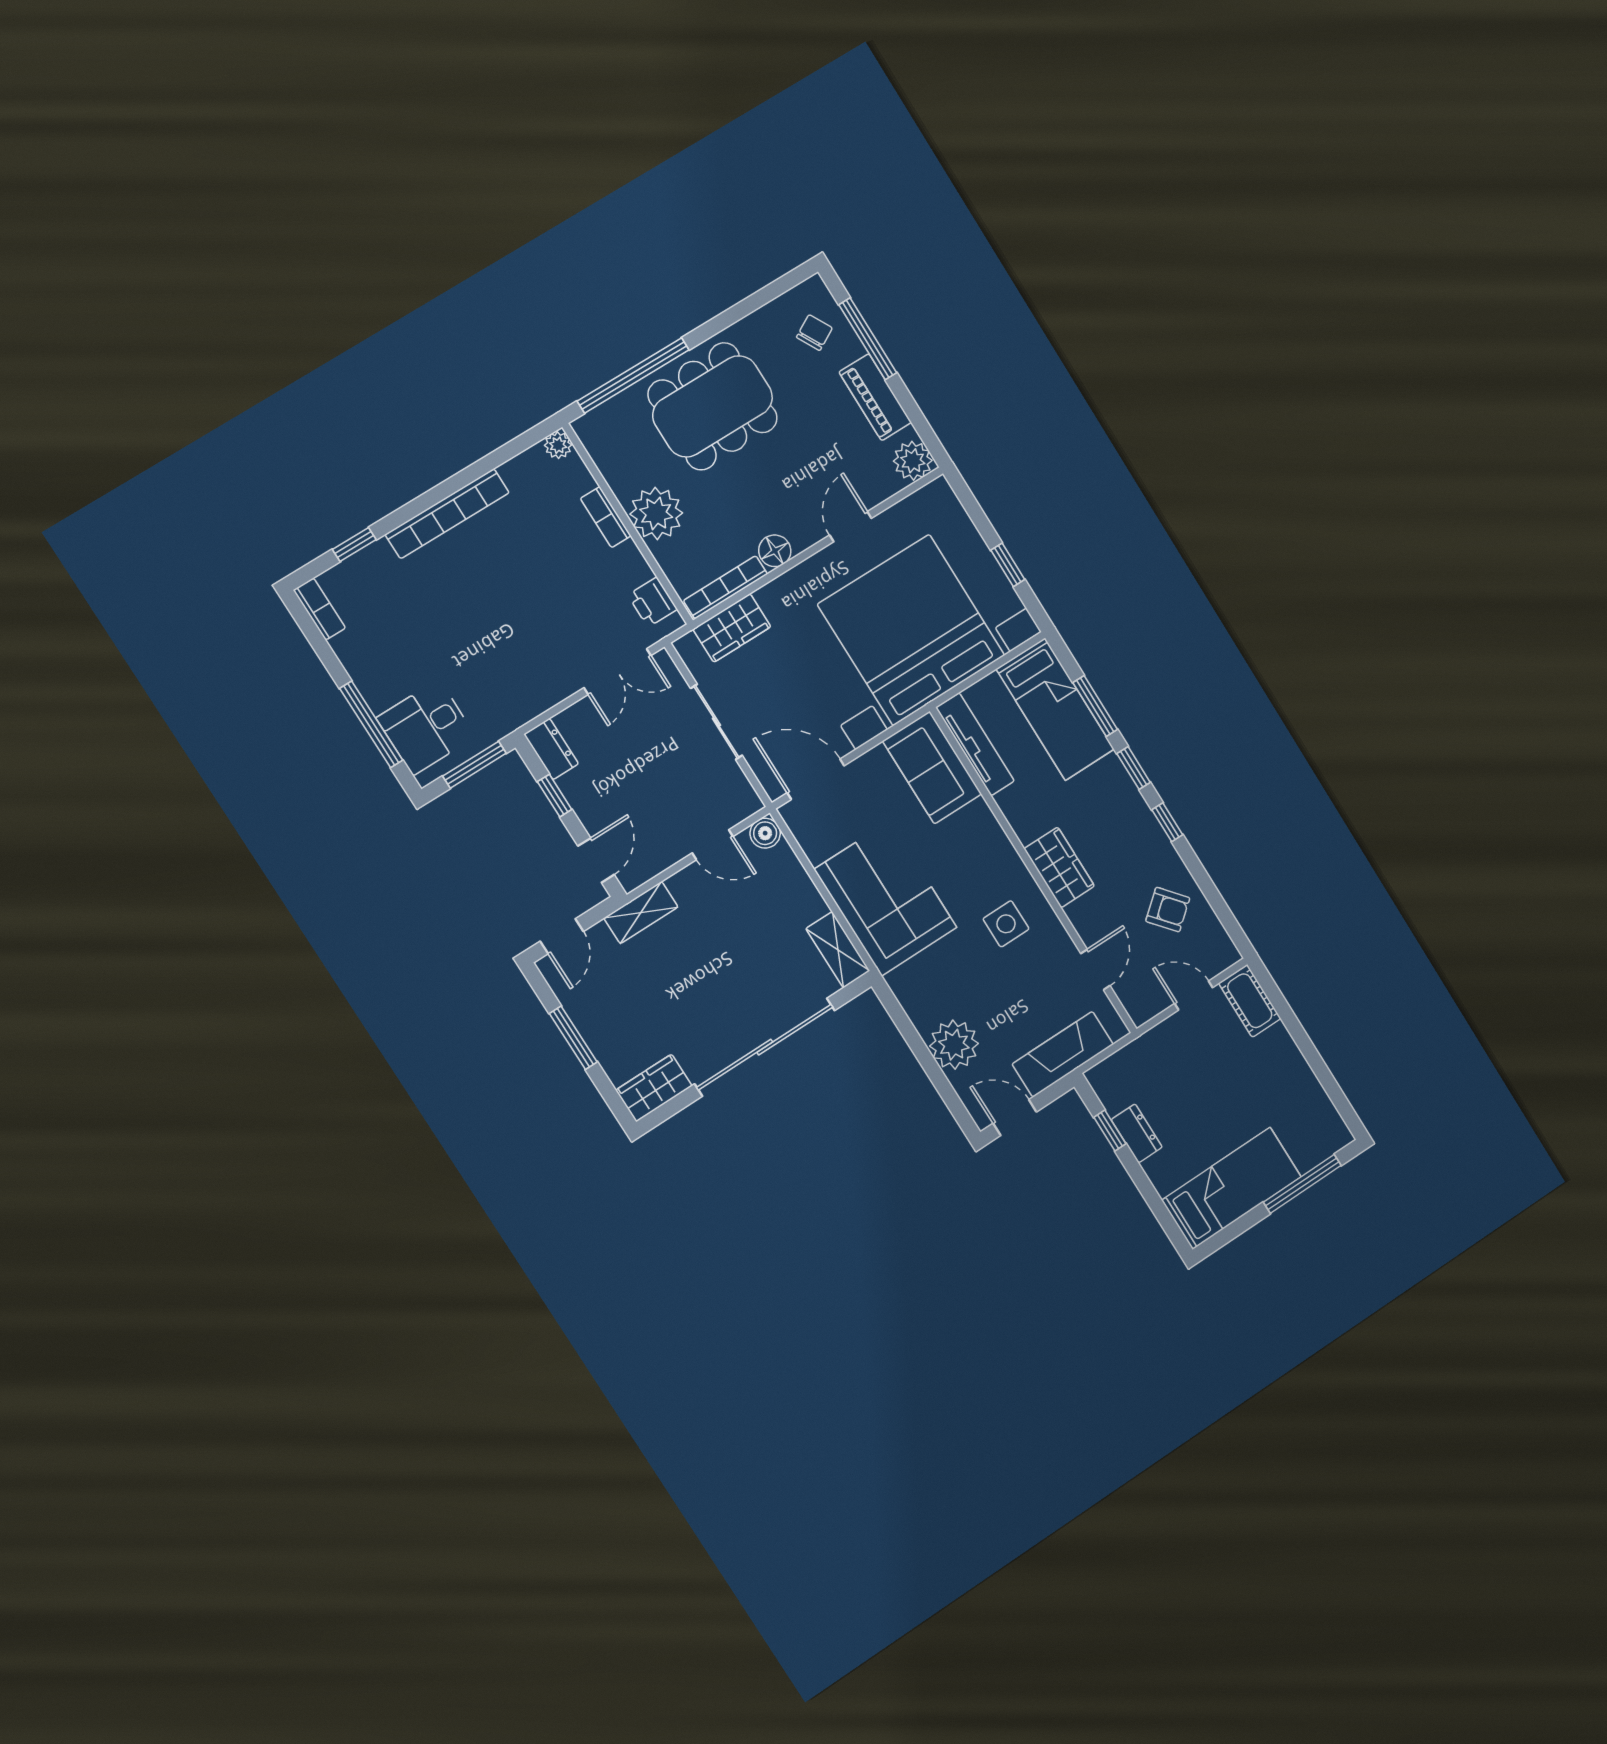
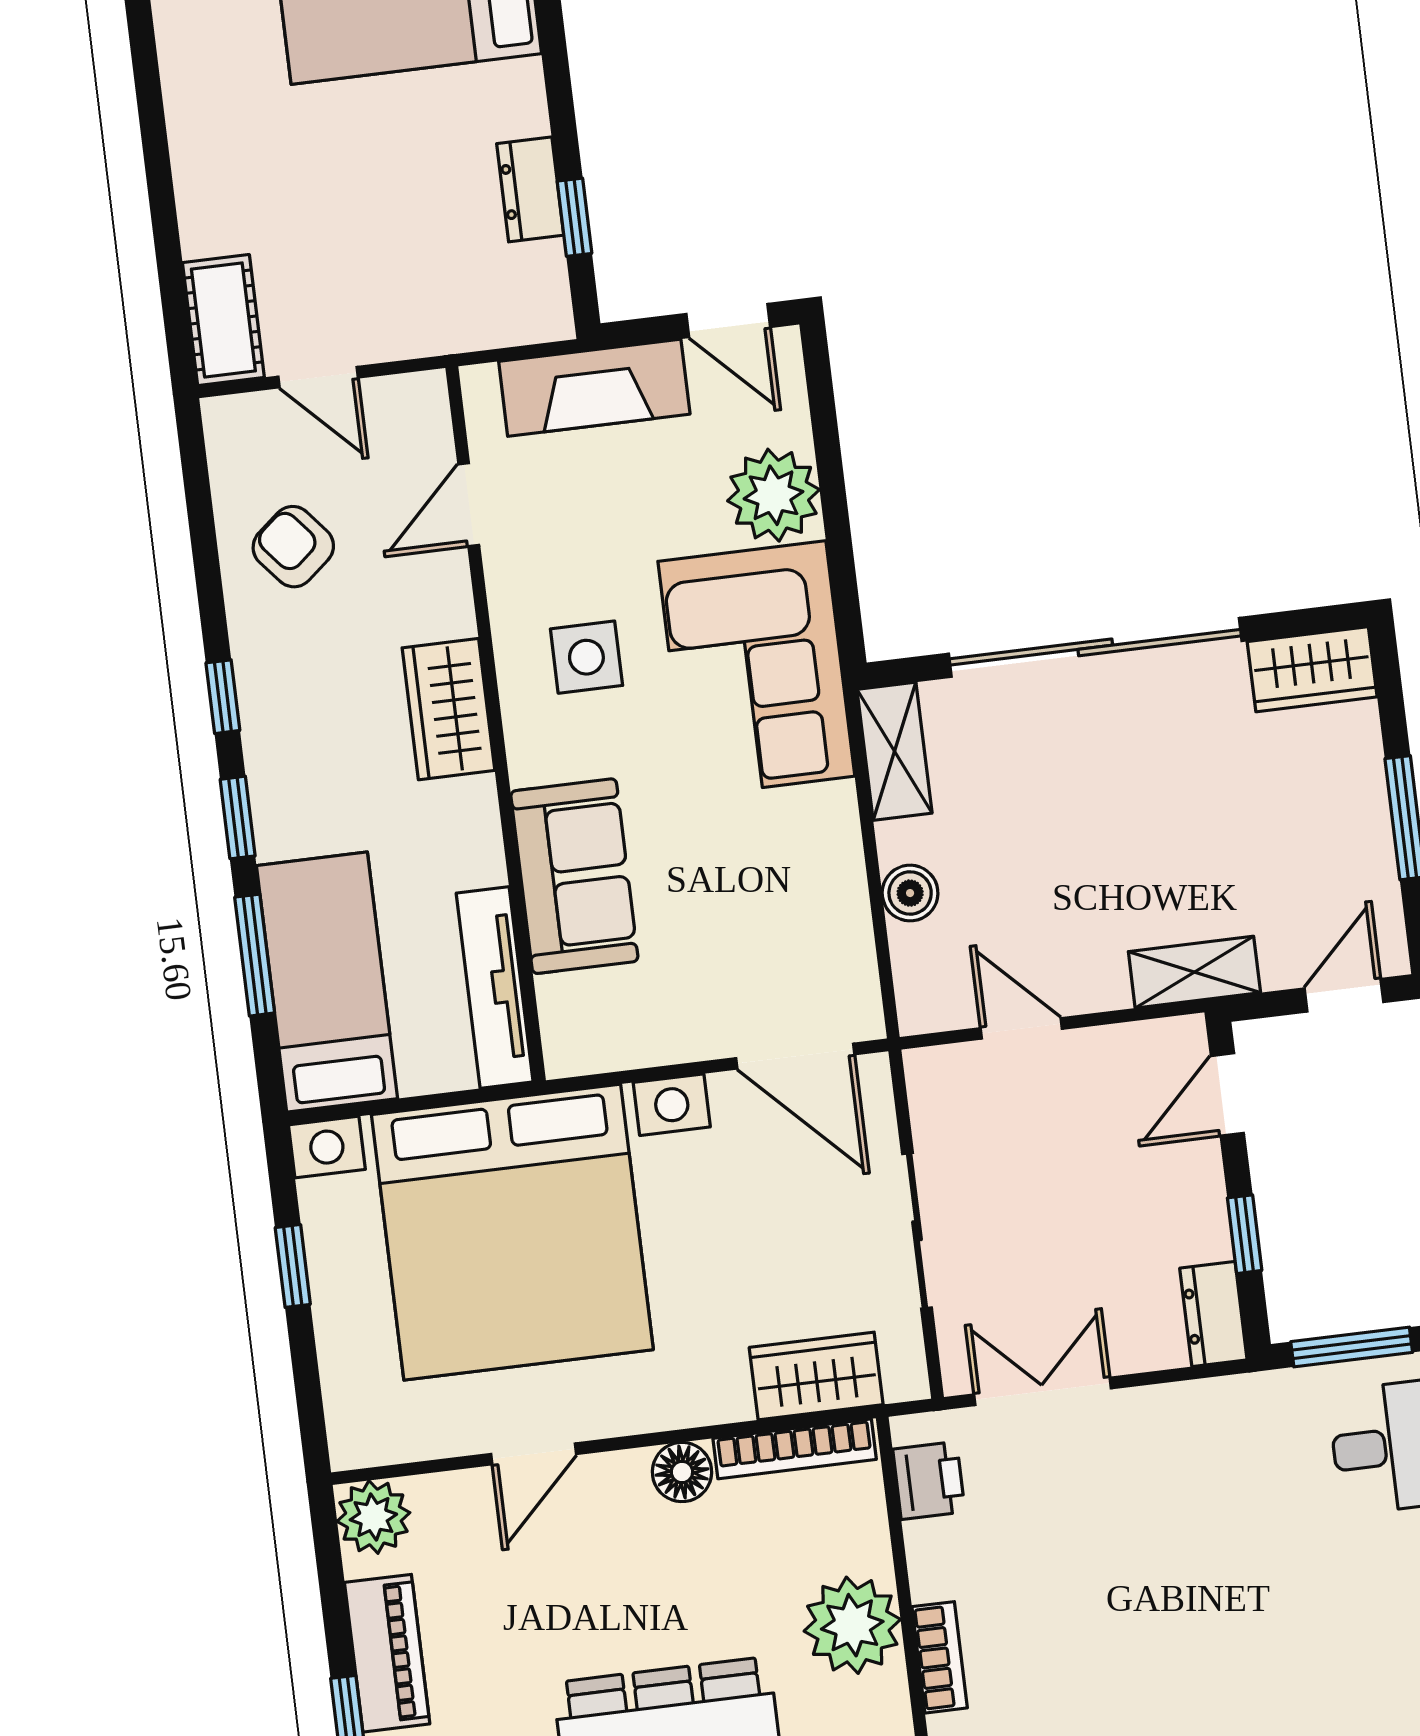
sofa: (932, 768) -> (574, 876), moved
boiler: (765, 833) -> (910, 893), moved
corner sofa: (886, 898) -> (756, 669), moved

